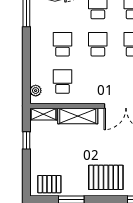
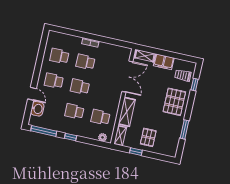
window: (26, 47) -> (71, 137), added
pallet: (49, 184) -> (148, 137), moved

